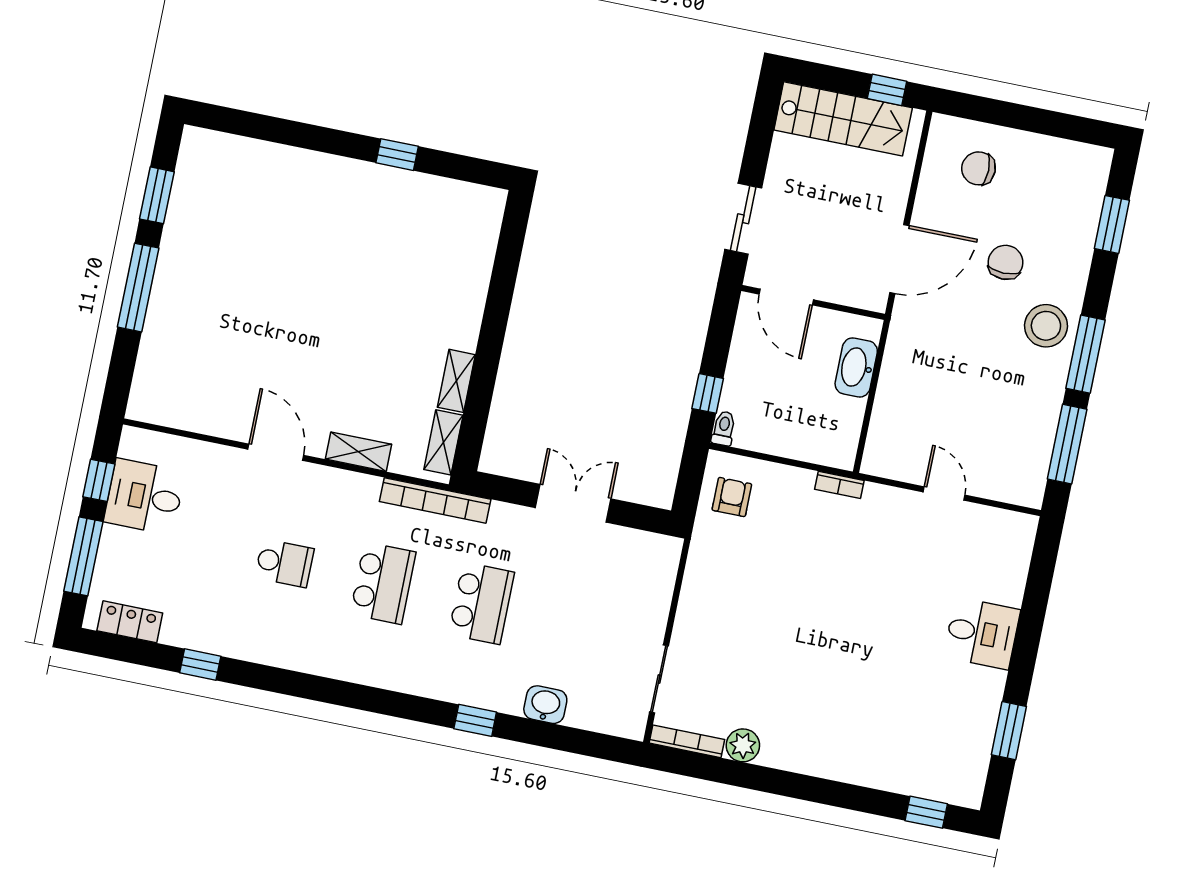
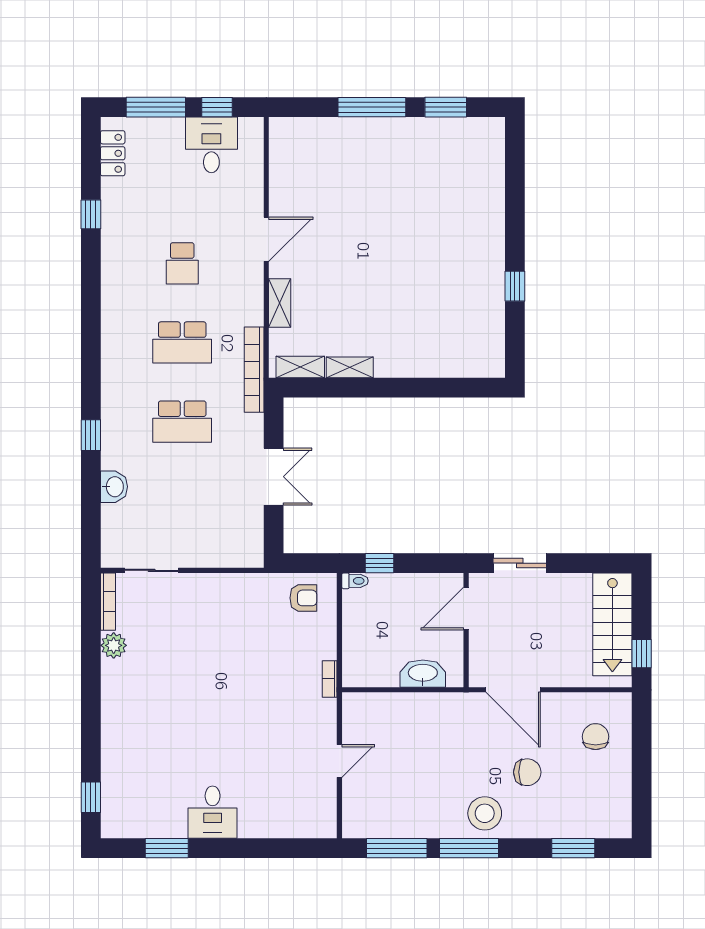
desk: (982, 633) -> (213, 812), moved

